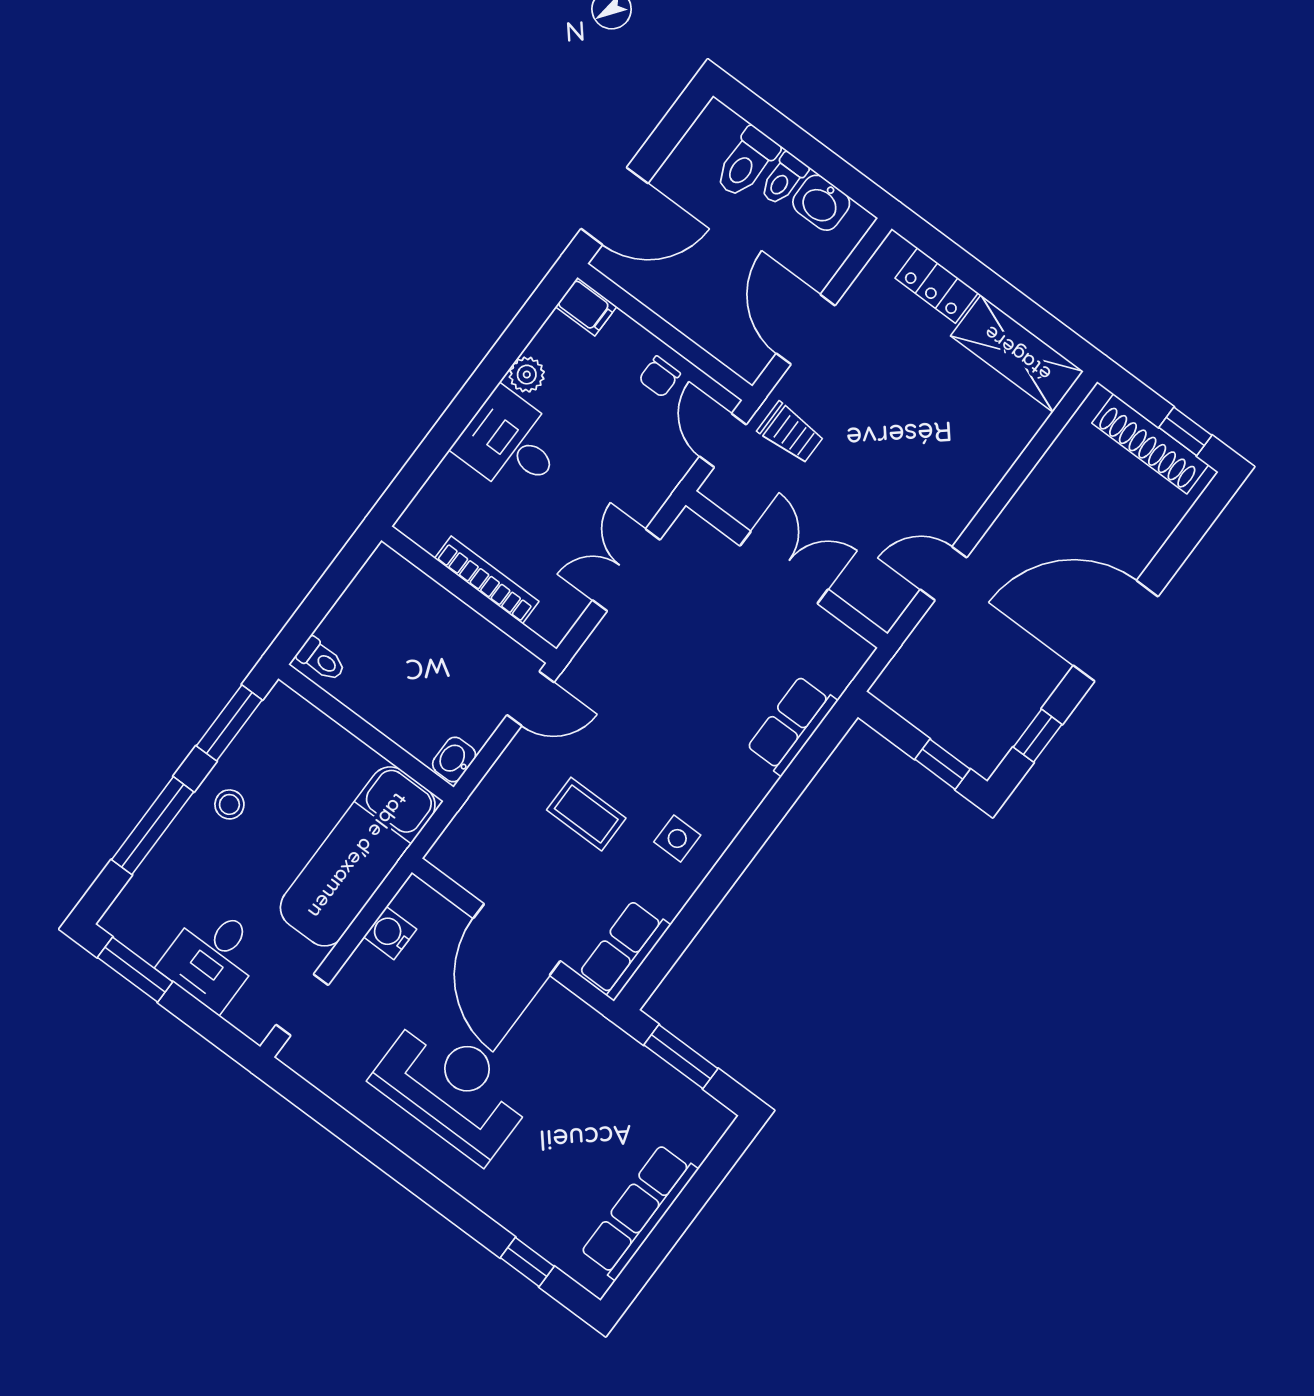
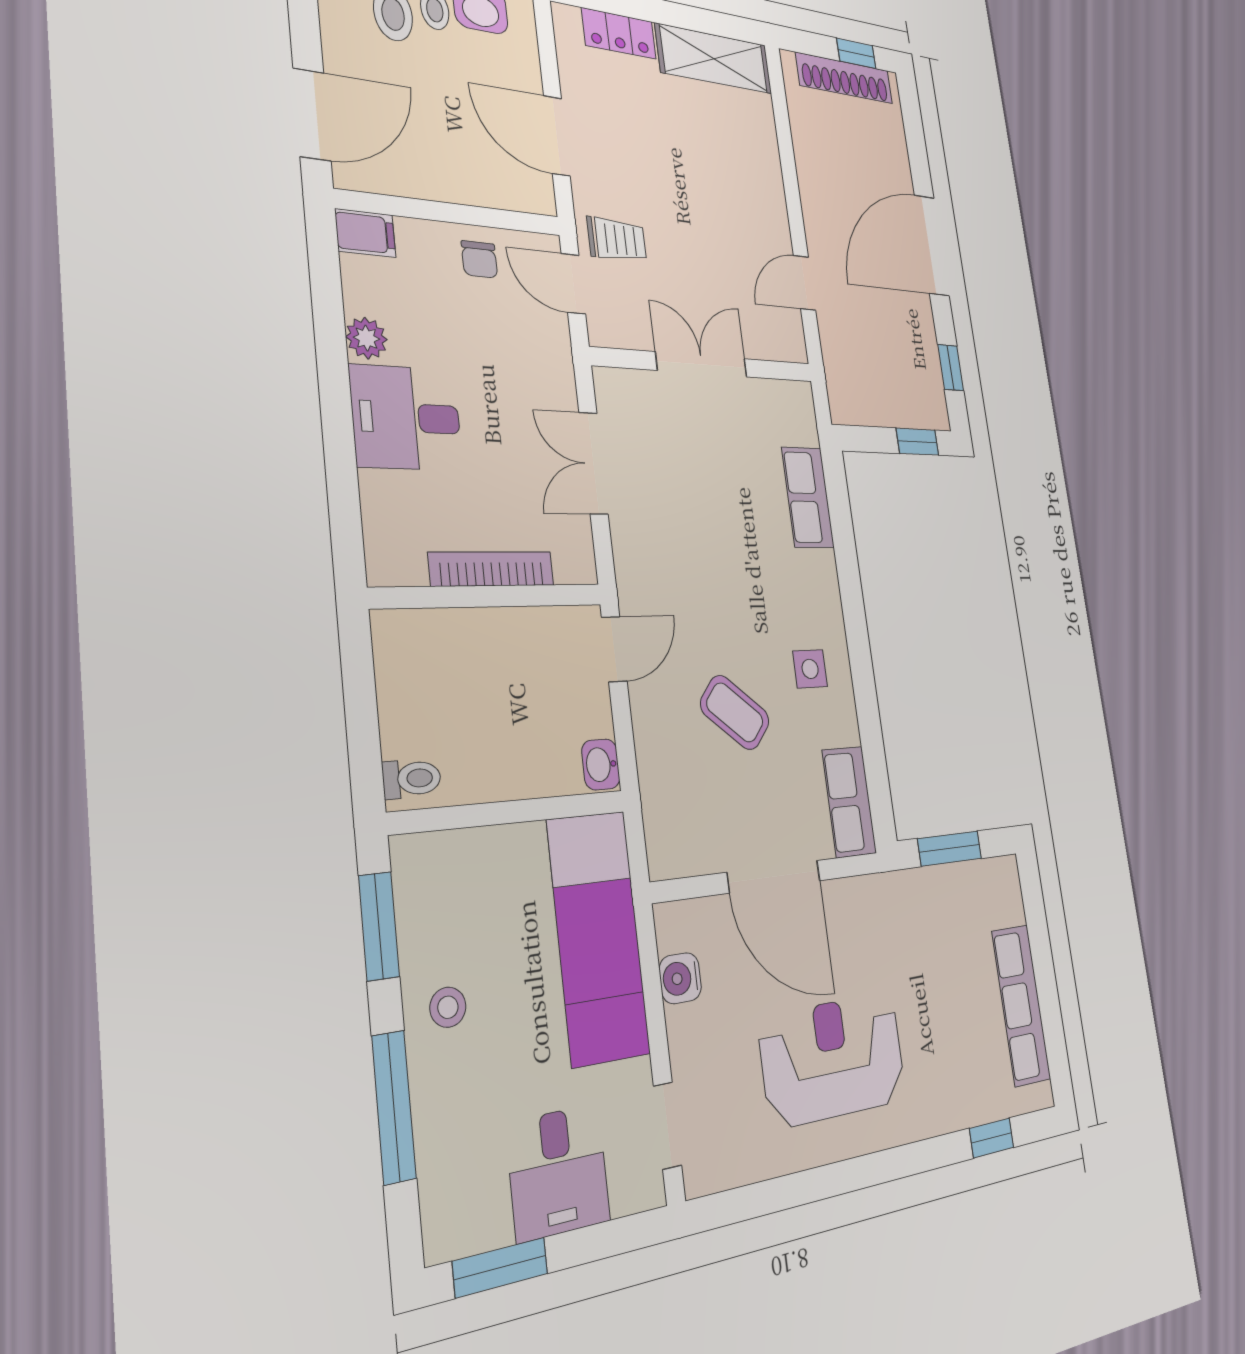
coffee table: (586, 814) -> (735, 712), turned 40

